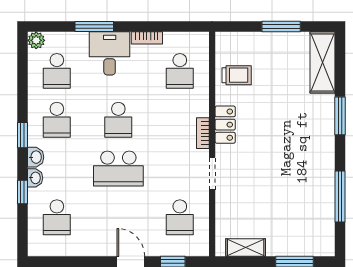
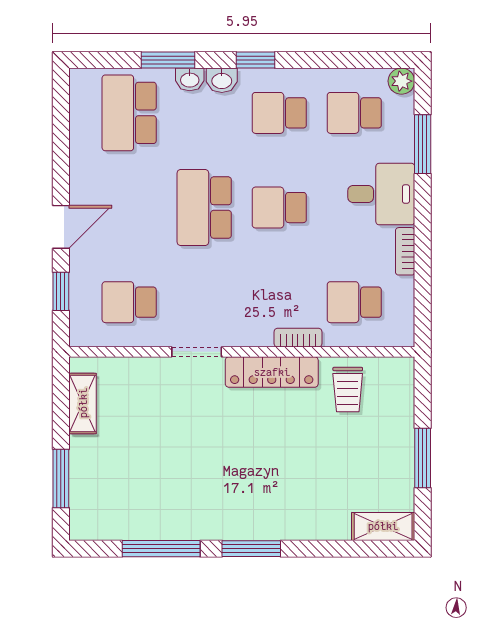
window: (94, 27) -> (423, 144), moved
shelving: (323, 62) -> (383, 526), width x0.67, depth x0.75
window: (340, 116) -> (251, 549), moved
locker: (225, 125) -> (272, 372), width x1.53
bookcase: (203, 133) -> (298, 338), moved
window: (22, 192) -> (168, 60), width x1.50
school desk: (57, 217) -> (129, 113), width x1.85

